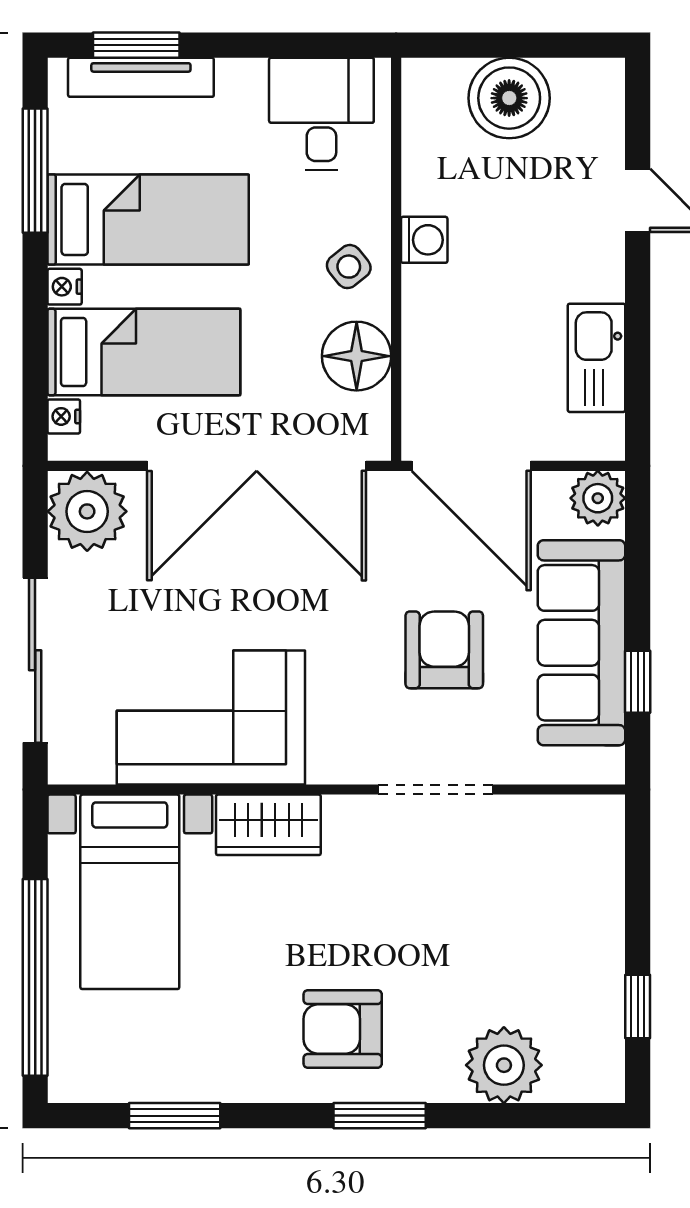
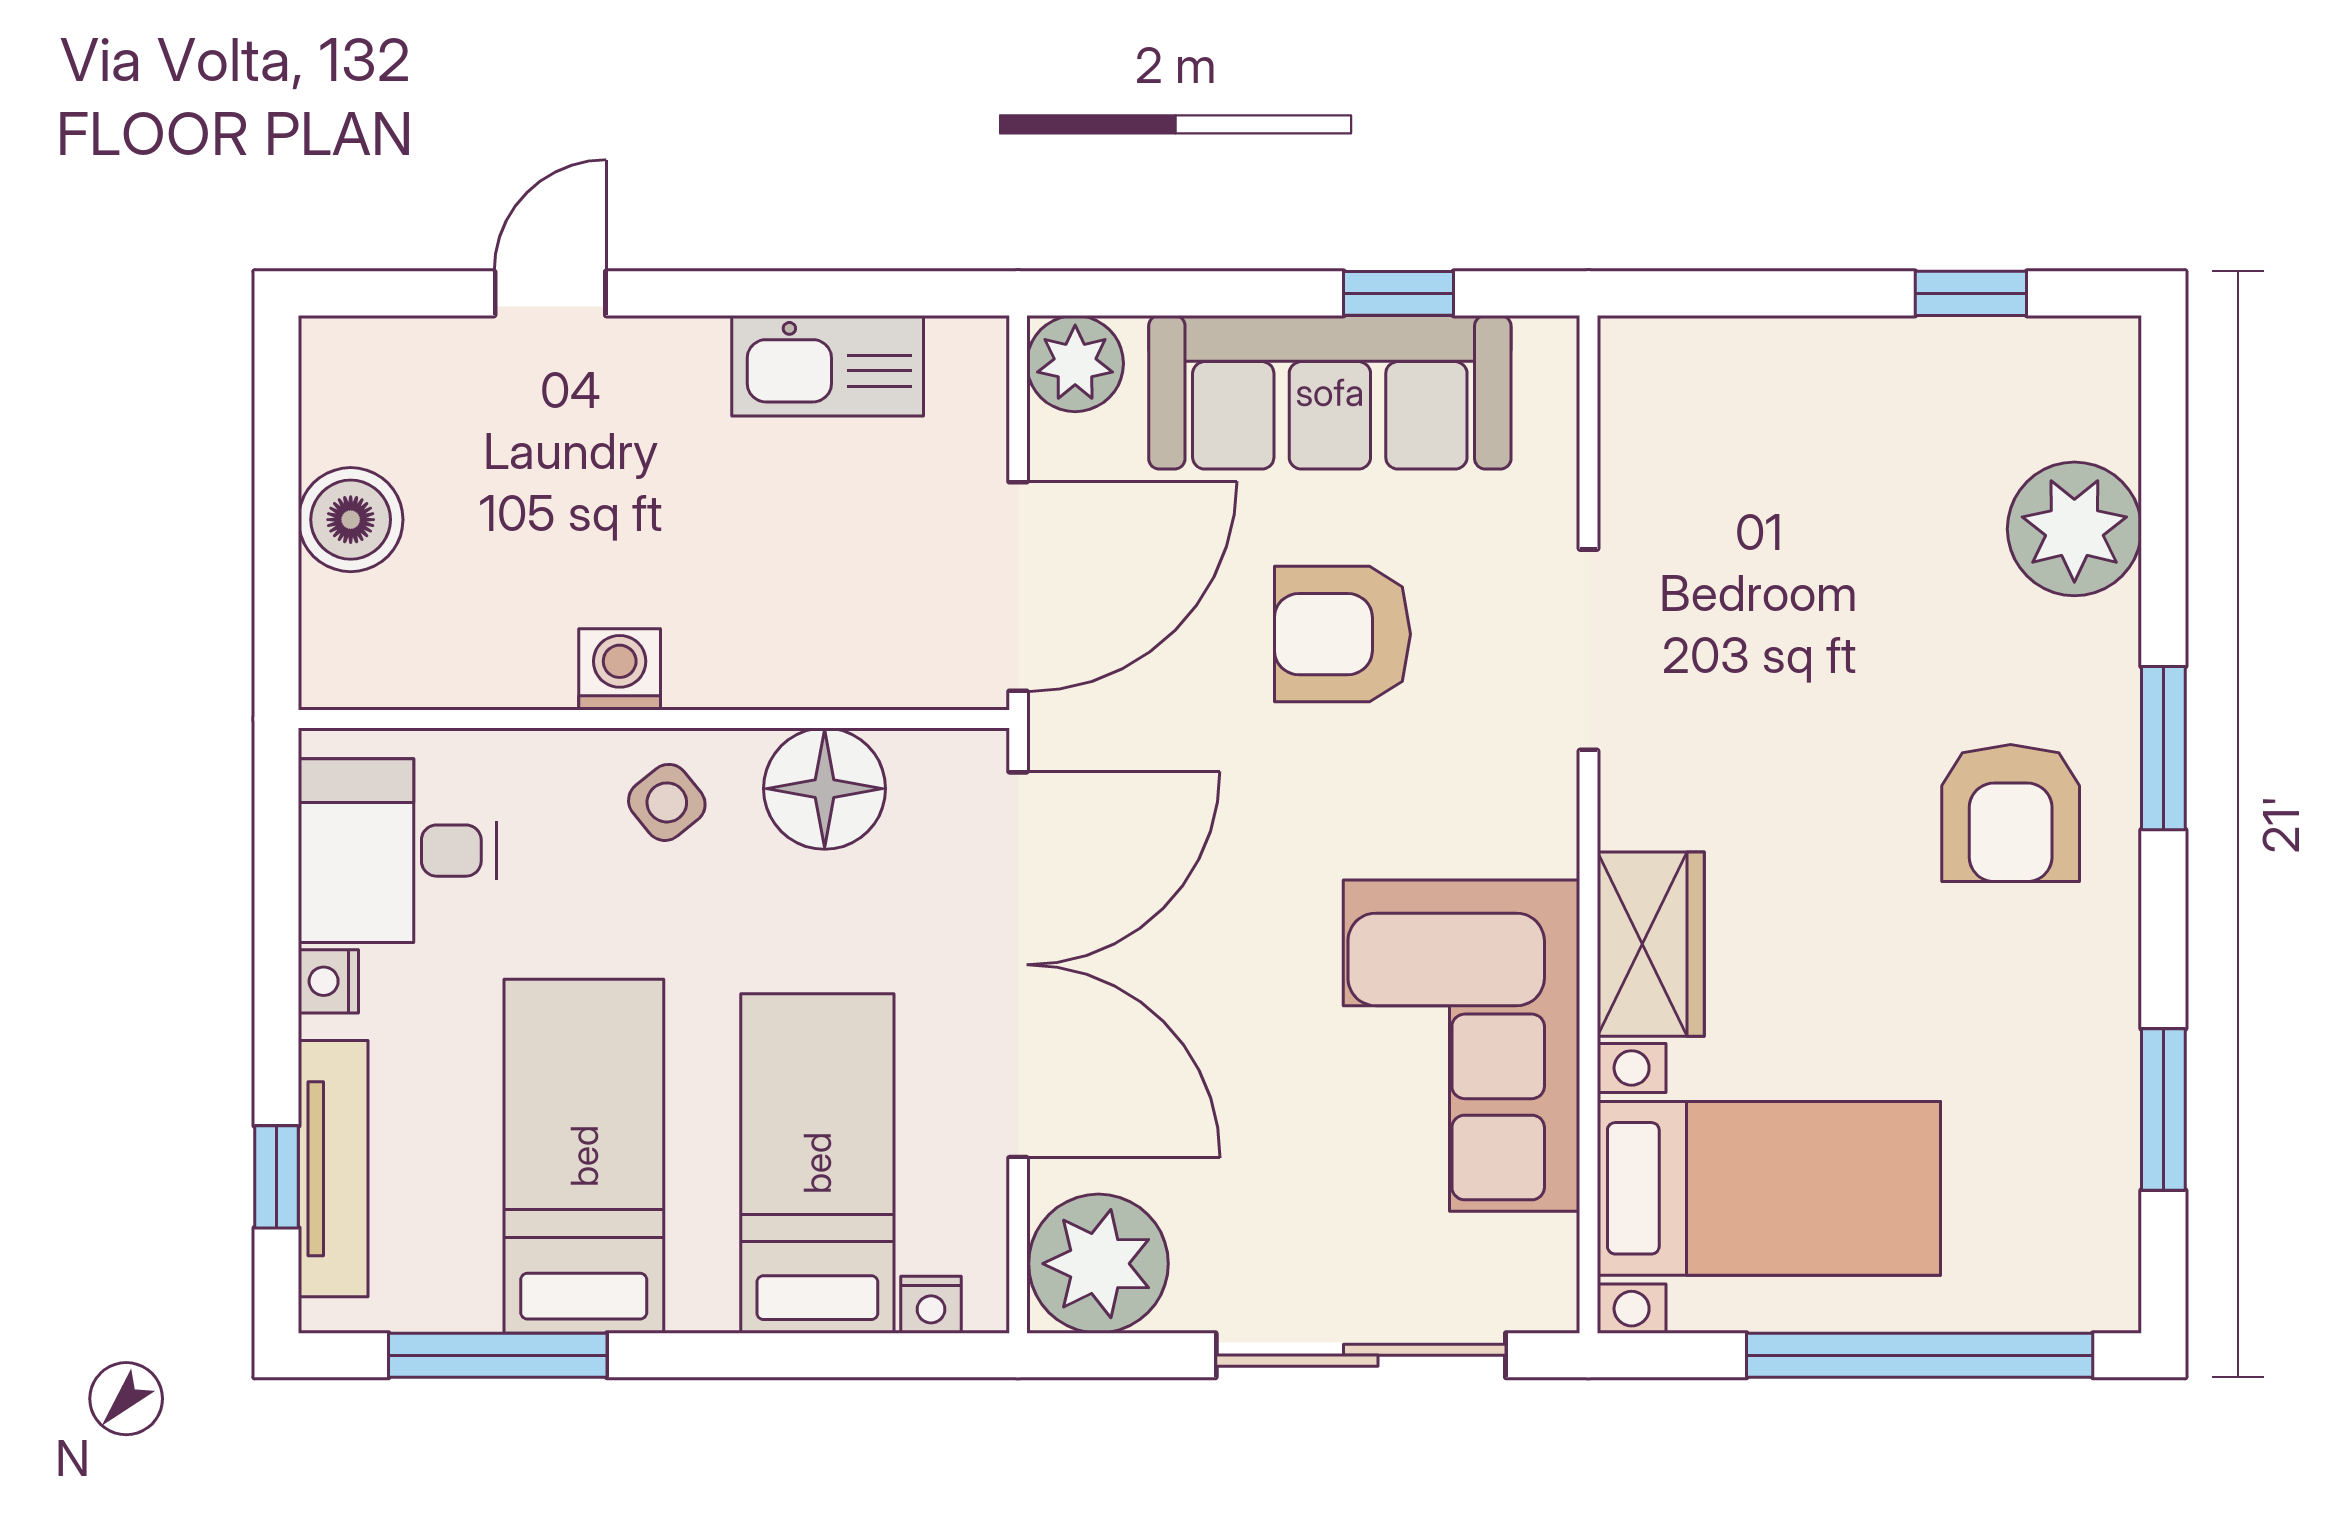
window: (136, 45) -> (277, 1177), width x0.67
boiler: (509, 98) -> (351, 520), width x0.73, depth x0.73
nightstand: (65, 287) -> (328, 981), moved, turned 90

